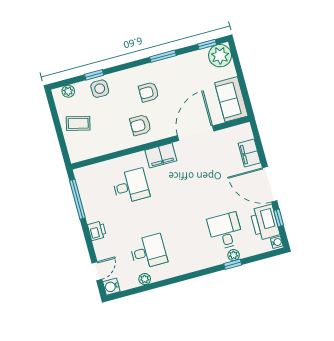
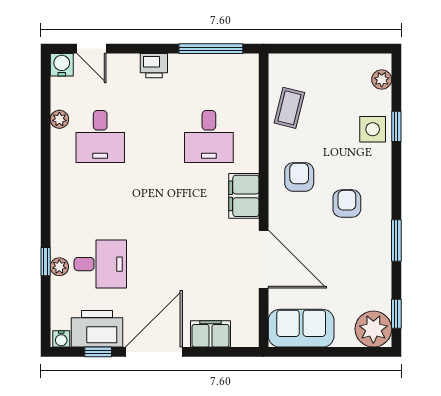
coffee table: (78, 123) -> (289, 108), moved

